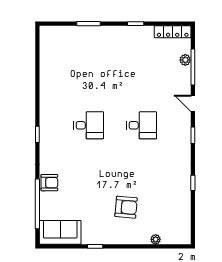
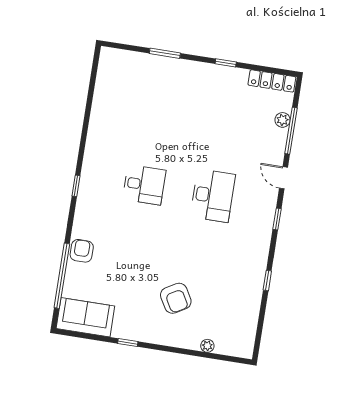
desk: (142, 125) -> (213, 196), width x1.37
armchair: (49, 183) -> (82, 251), turned -90
armchair: (126, 207) -> (176, 298), turned 55

